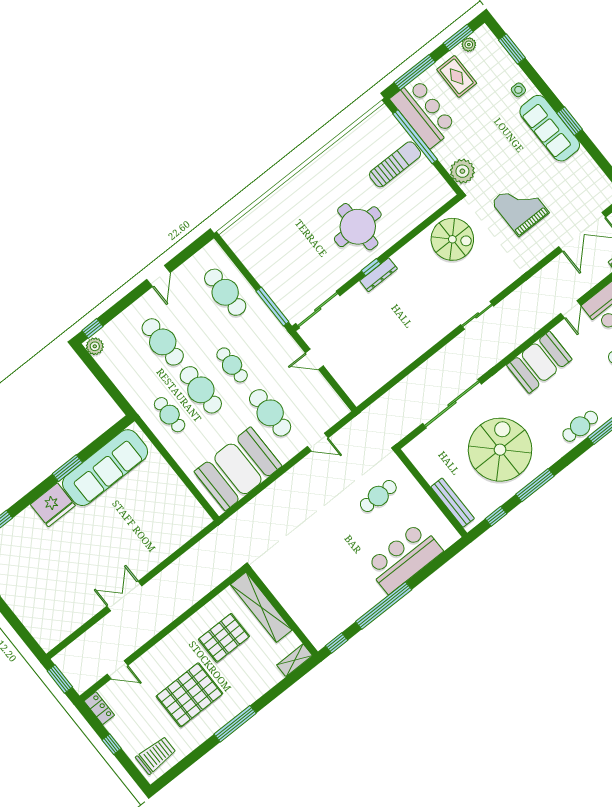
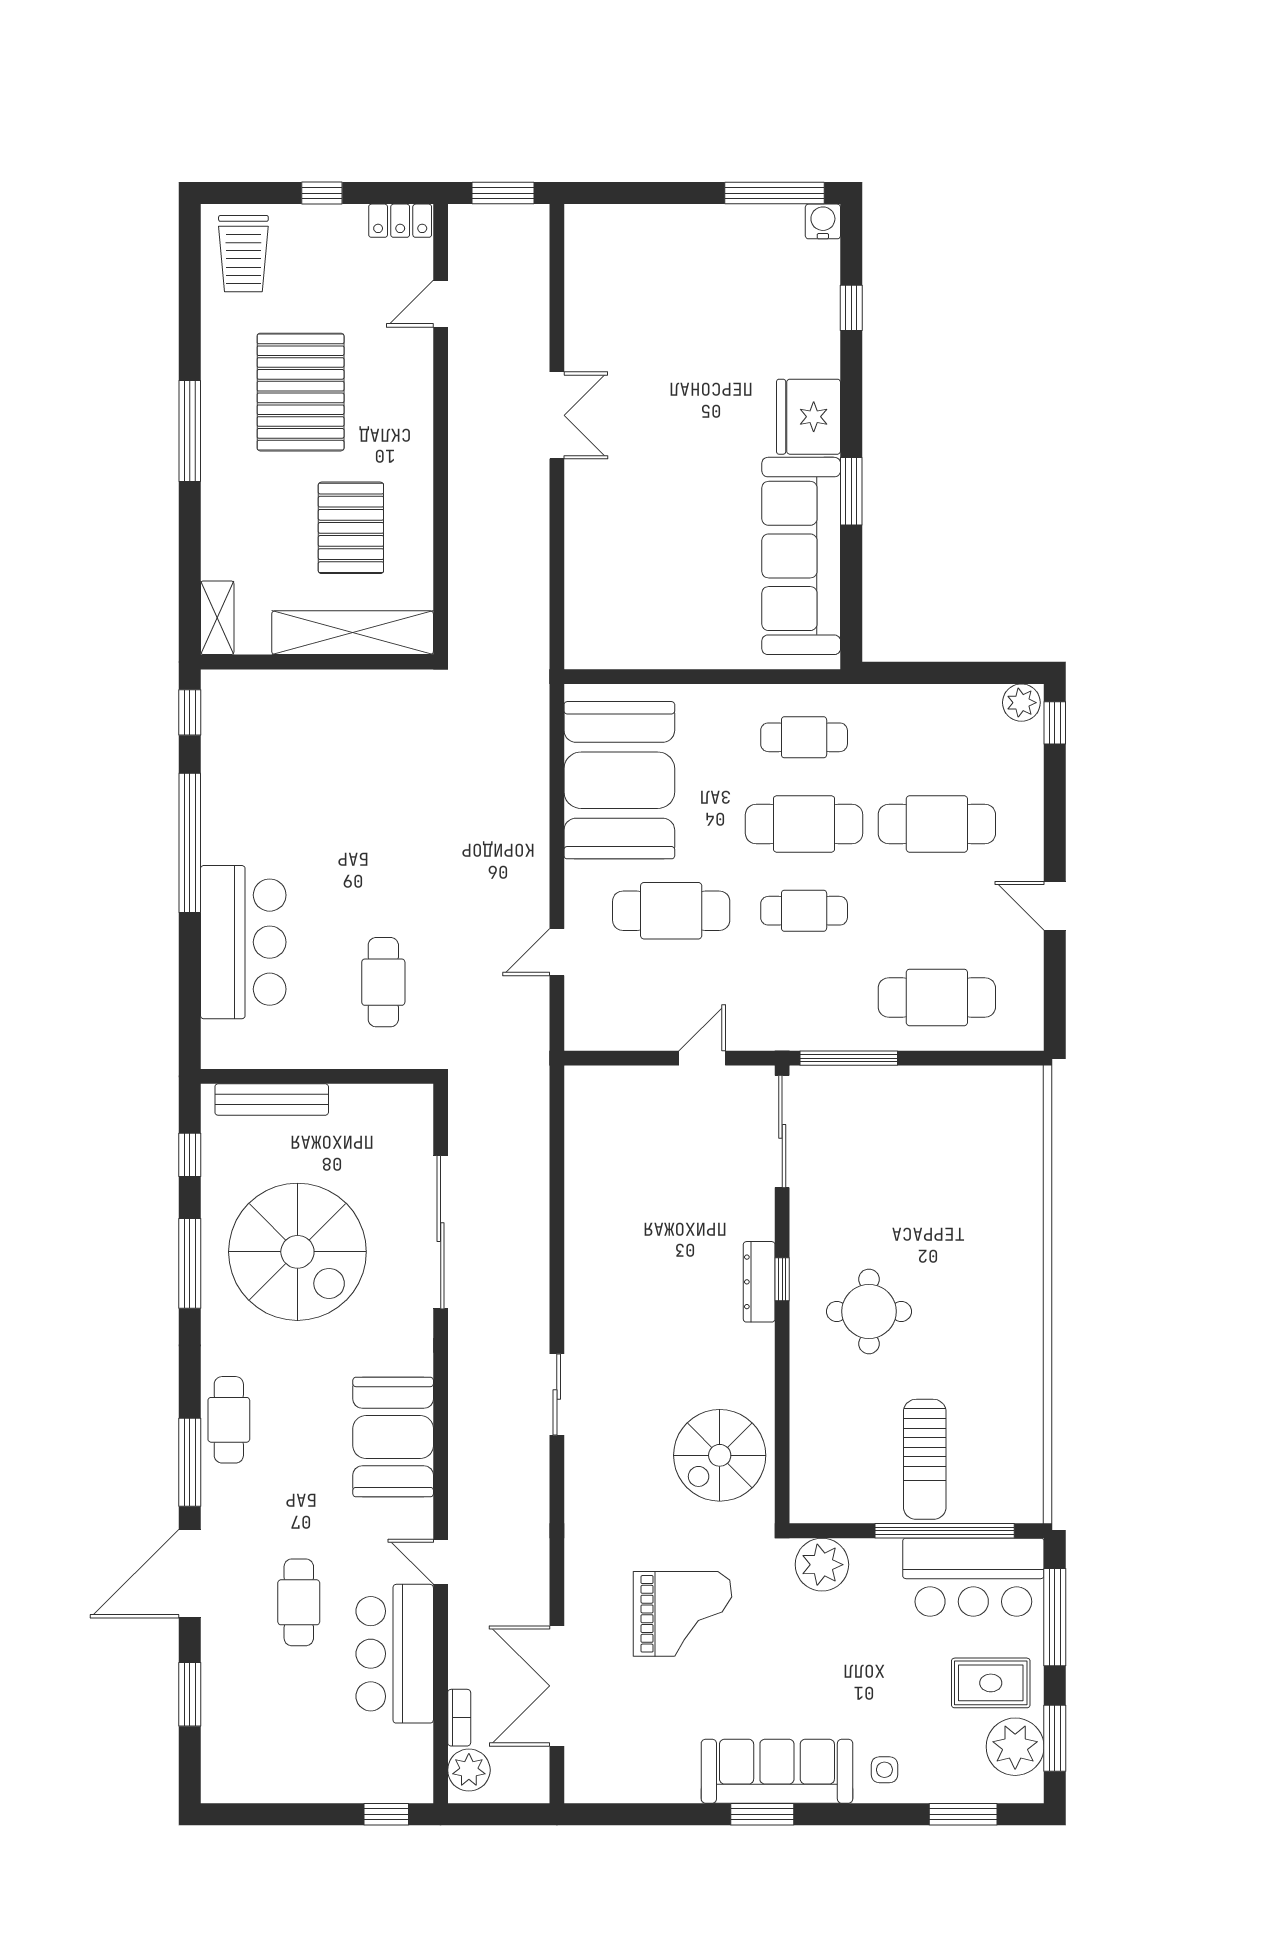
plant: (469, 45) -> (1015, 1747), width x1.88, depth x1.88
round table: (358, 227) -> (869, 1311), width x0.73, depth x0.73

